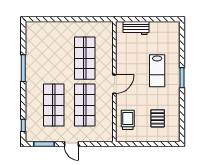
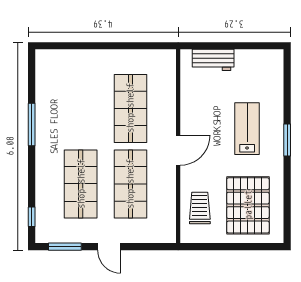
lab bench: (157, 71) -> (247, 129), turned 180
pallet: (158, 118) -> (248, 205), width x2.05, depth x2.00

